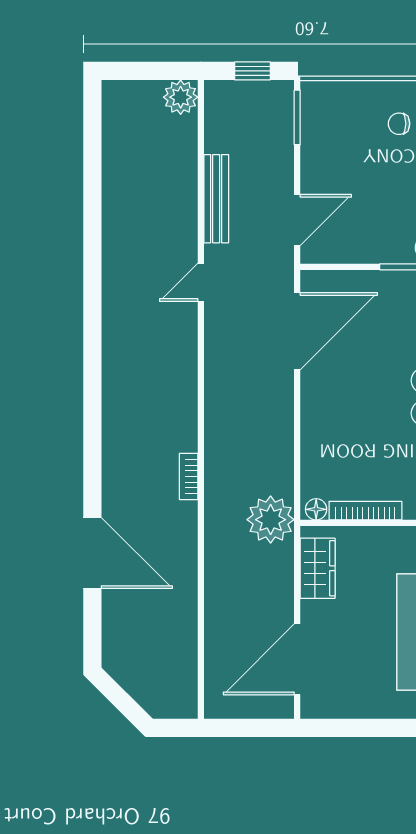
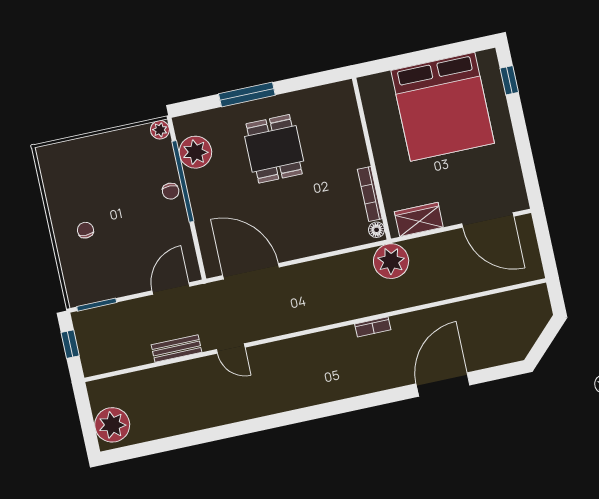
plant: (181, 97) -> (112, 425), moved, width x1.36, depth x1.36
chair: (399, 124) -> (85, 230), turned 180
bench: (216, 199) -> (177, 349), width x0.73
door: (297, 220) -> (171, 289), hinge flipped

